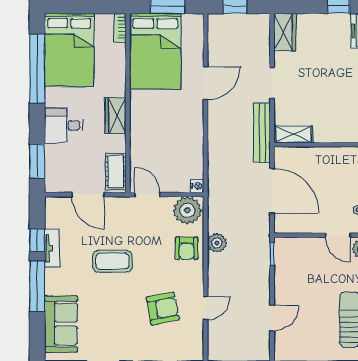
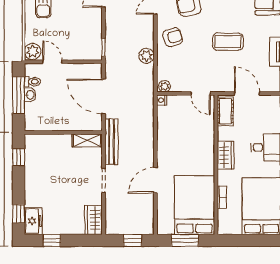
bookcase: (120, 28) -> (222, 197), moved
plant: (187, 210) -> (165, 86), width x0.53, depth x0.53
armchair: (187, 248) -> (173, 37), moved, turned 74

